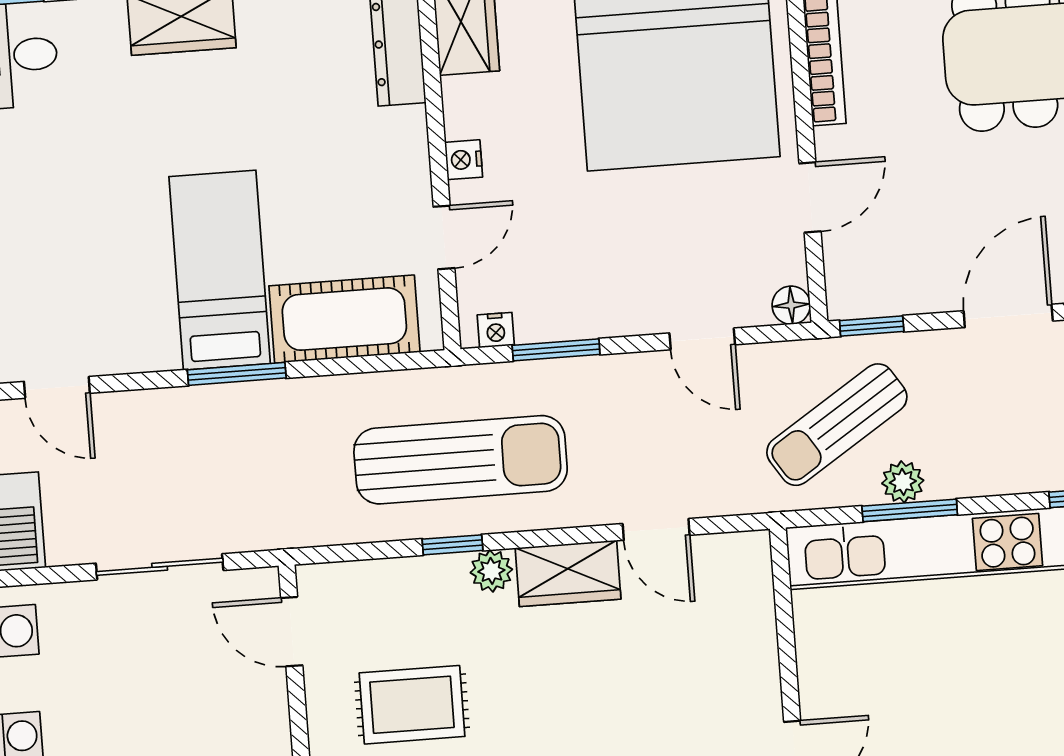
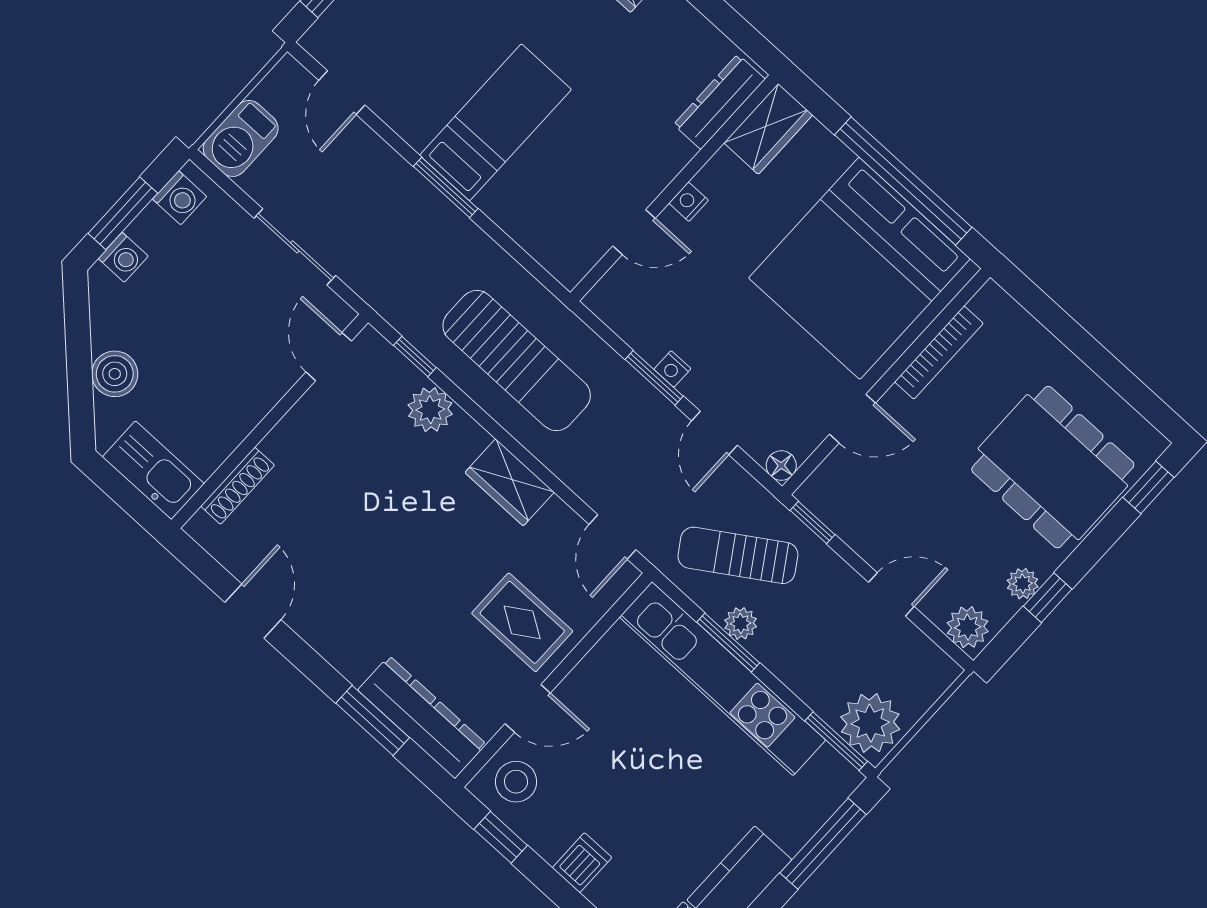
door: (1008, 316) -> (891, 594), width x0.73
cot: (344, 319) -> (534, 219), removed
nightstand: (496, 330) -> (672, 369), moved
window: (556, 350) -> (654, 378), moved
door: (656, 529) -> (613, 537), moved
window: (452, 545) -> (415, 357), moved
plant: (491, 571) -> (430, 410), moved, width x1.38, depth x1.38
rug: (412, 705) -> (522, 622), moved

